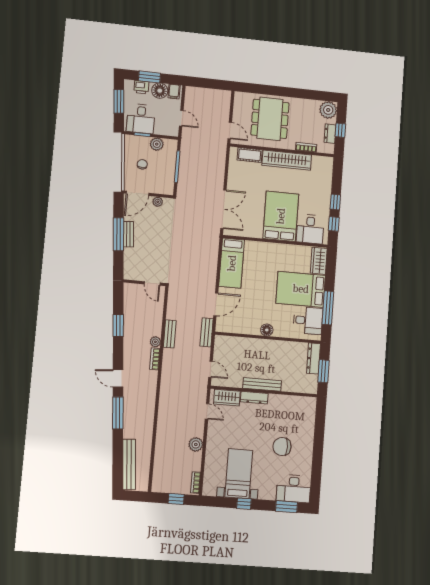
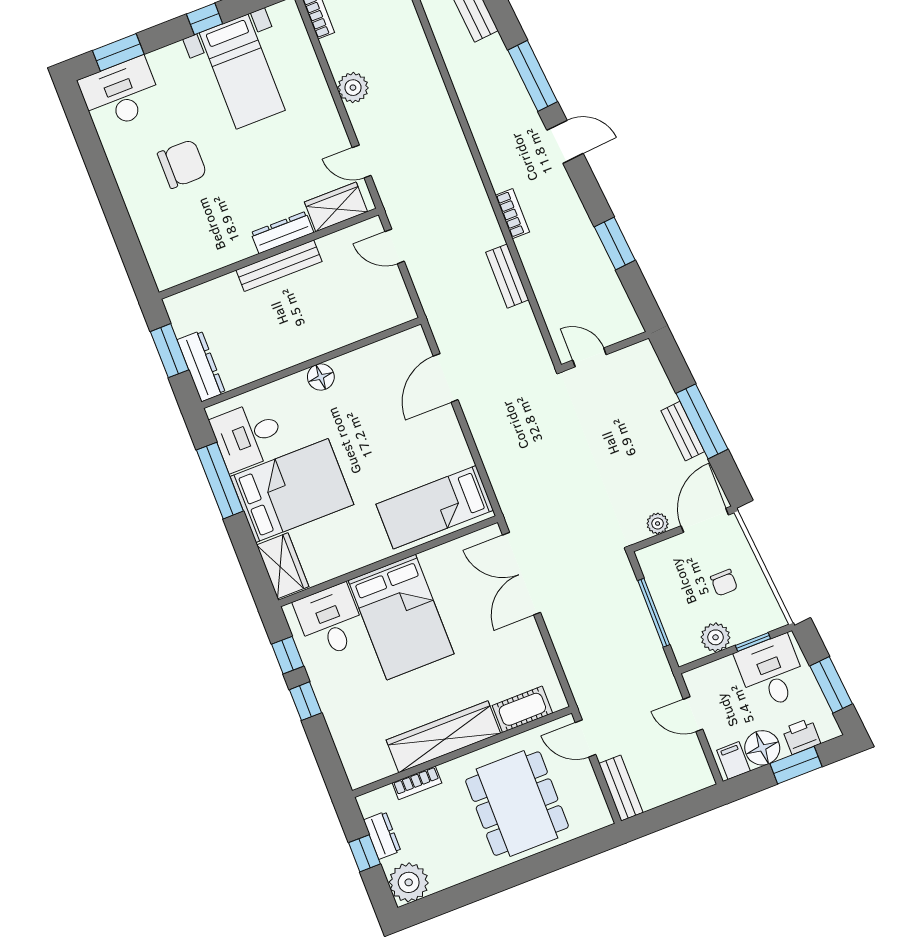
bed: (232, 263) -> (435, 507), moved, turned -90
bench: (207, 332) -> (621, 788), moved
plant: (155, 342) -> (528, 247), removed

